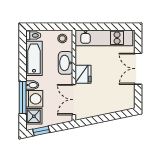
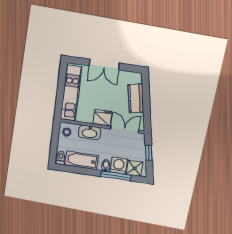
double door: (74, 100) -> (125, 130), swing flipped
kitchen counter: (108, 106) -> (136, 98), added
window: (41, 131) -> (149, 153), moved

